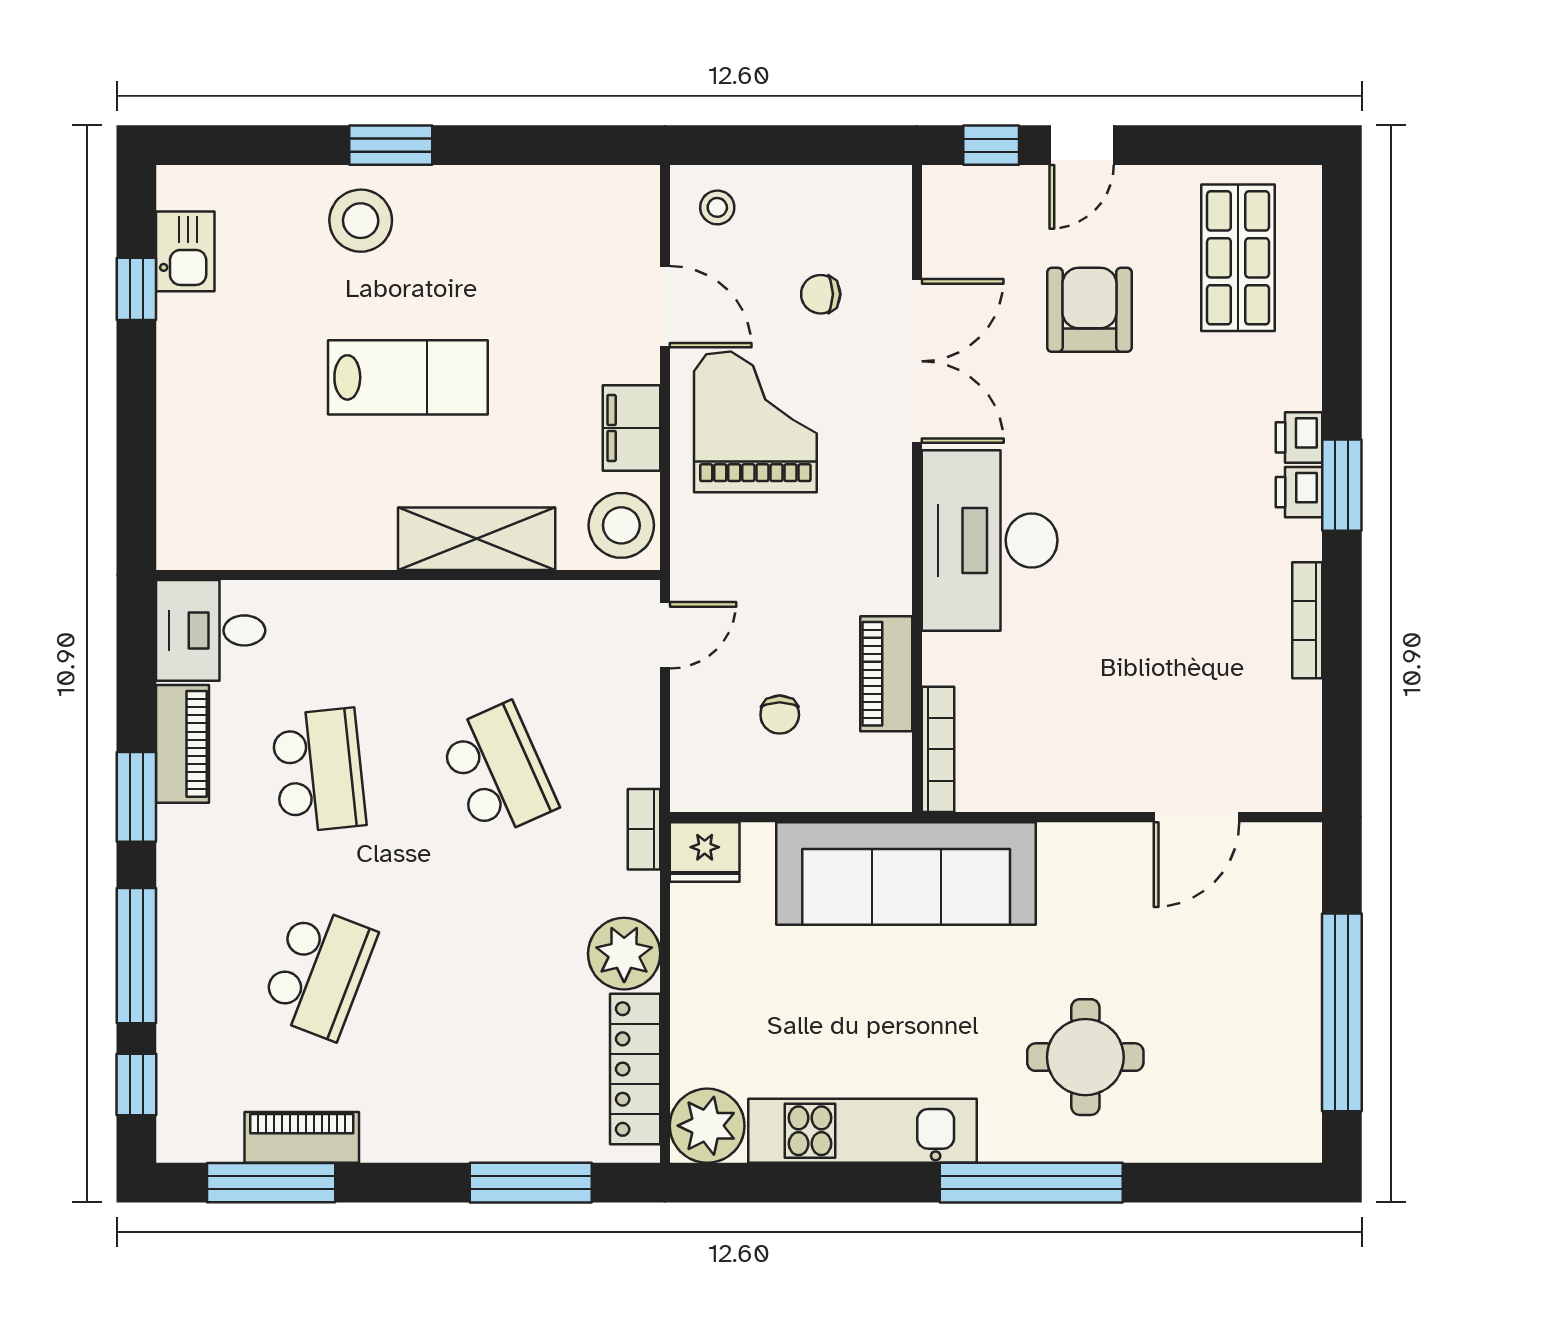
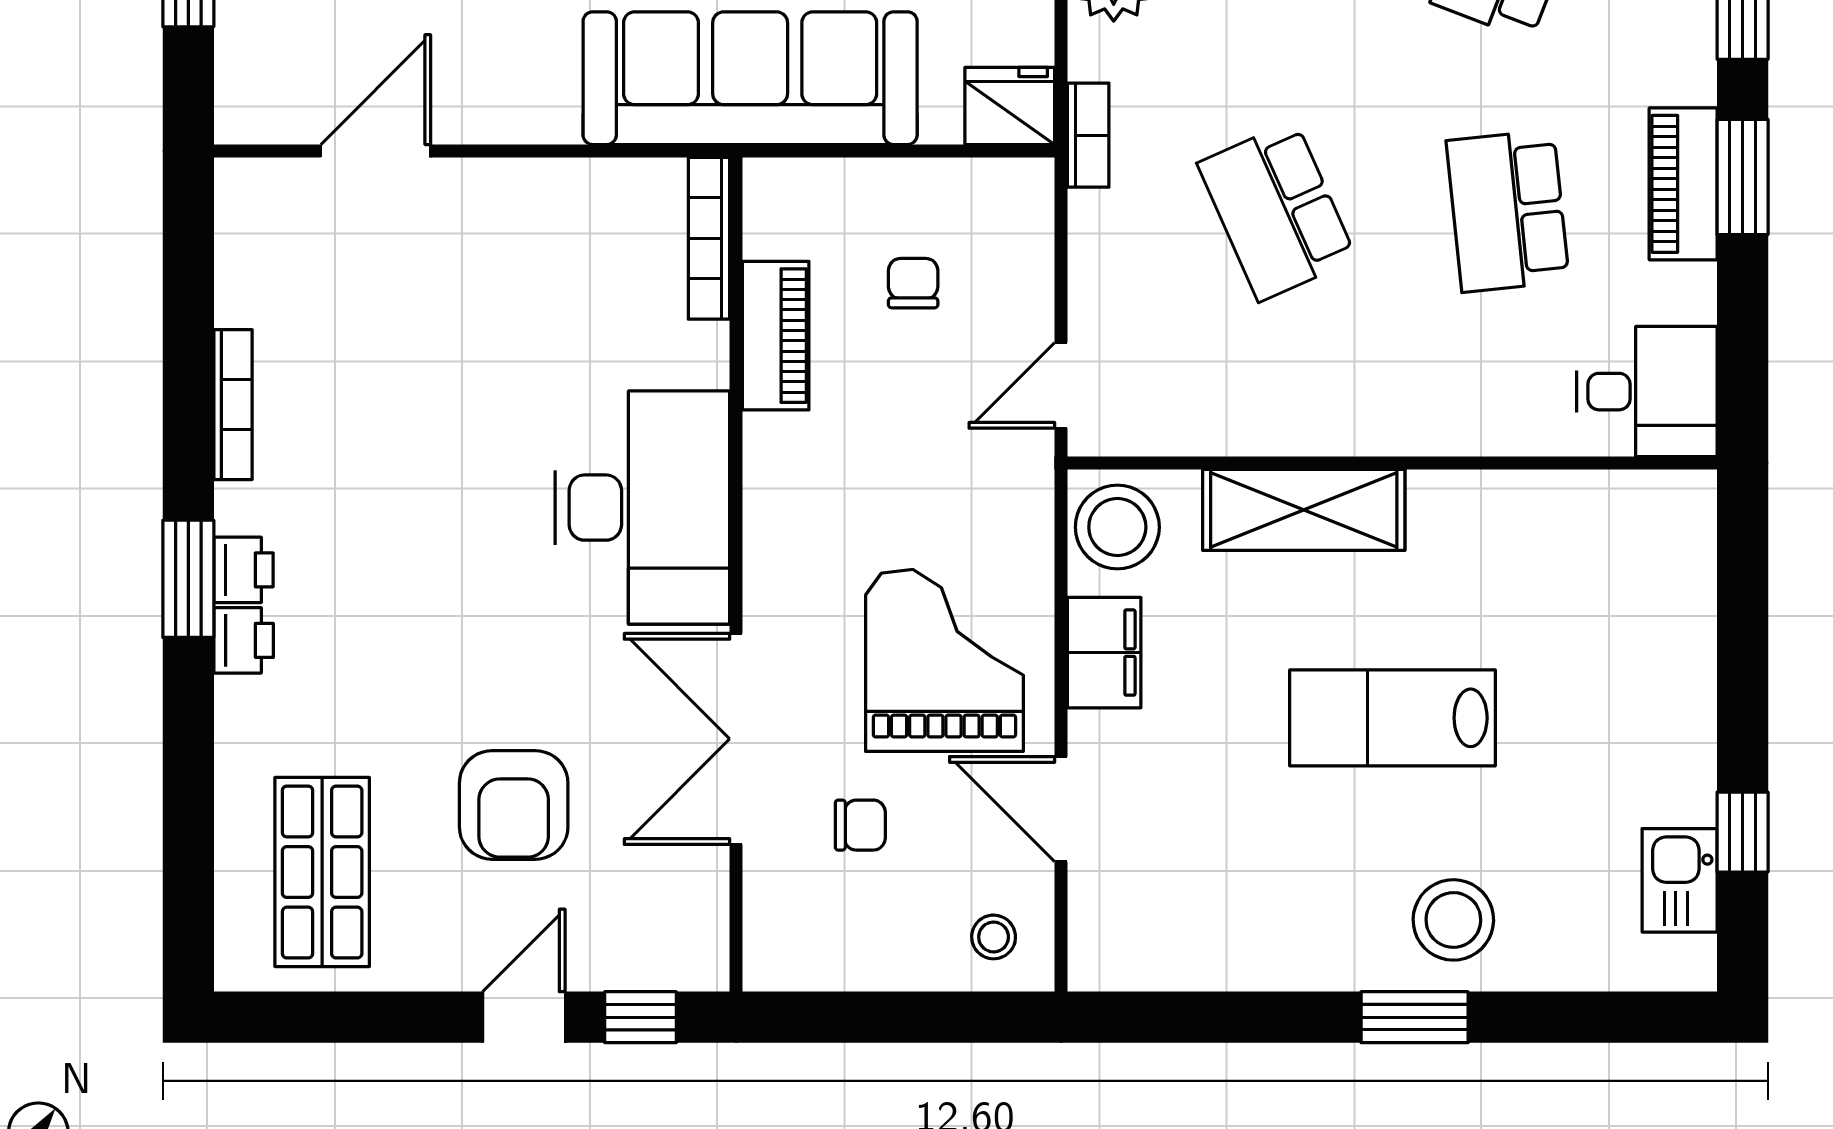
grand piano: (755, 422) -> (944, 660), turned 180
piano: (182, 744) -> (1683, 184), moved

